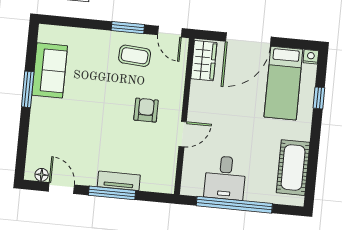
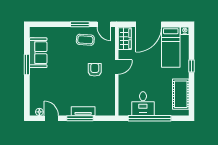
window: (319, 98) -> (192, 66), moved
door: (183, 134) -> (117, 67), moved

